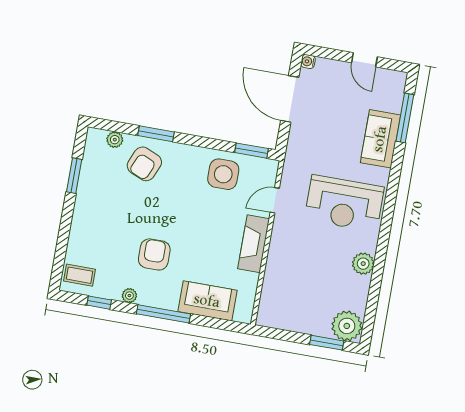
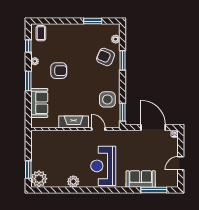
door: (290, 99) -> (153, 127), hinge flipped
window: (163, 314) -> (28, 81), width x0.69

